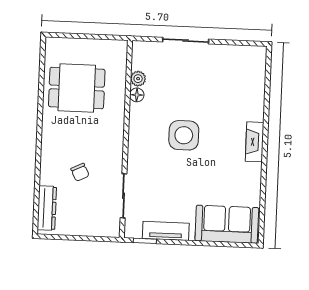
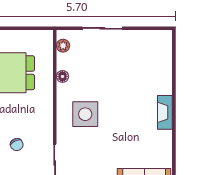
plant: (138, 79) -> (63, 46), moved
side table: (184, 135) -> (85, 114), moved

